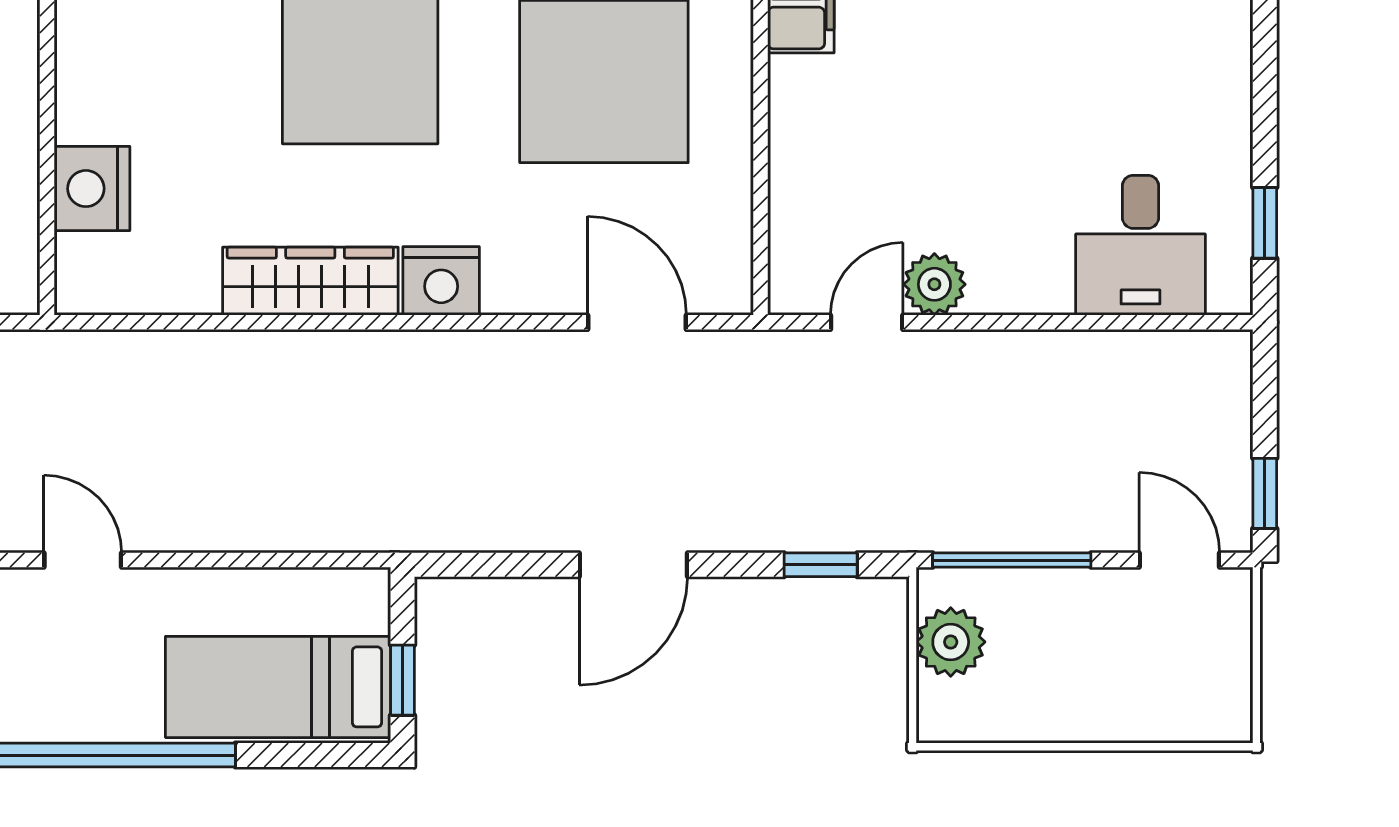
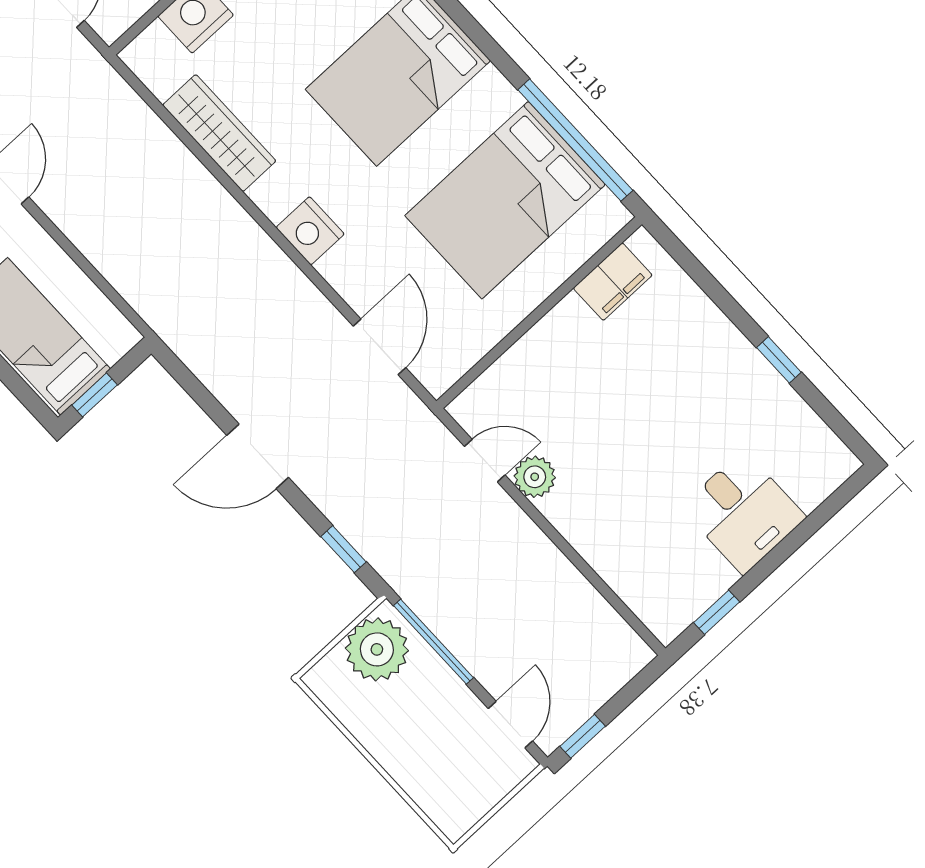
desk: (1141, 245) -> (743, 512), moved, turned -90
wardrobe: (310, 281) -> (219, 133), moved
plant: (951, 642) -> (377, 649), width x1.36, depth x1.36

